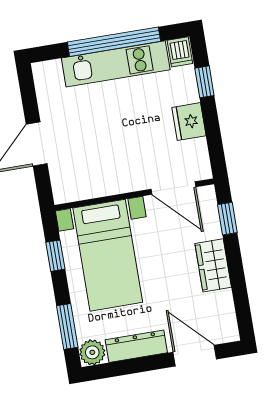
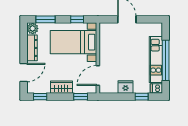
window: (243, 310) -> (40, 97), added

